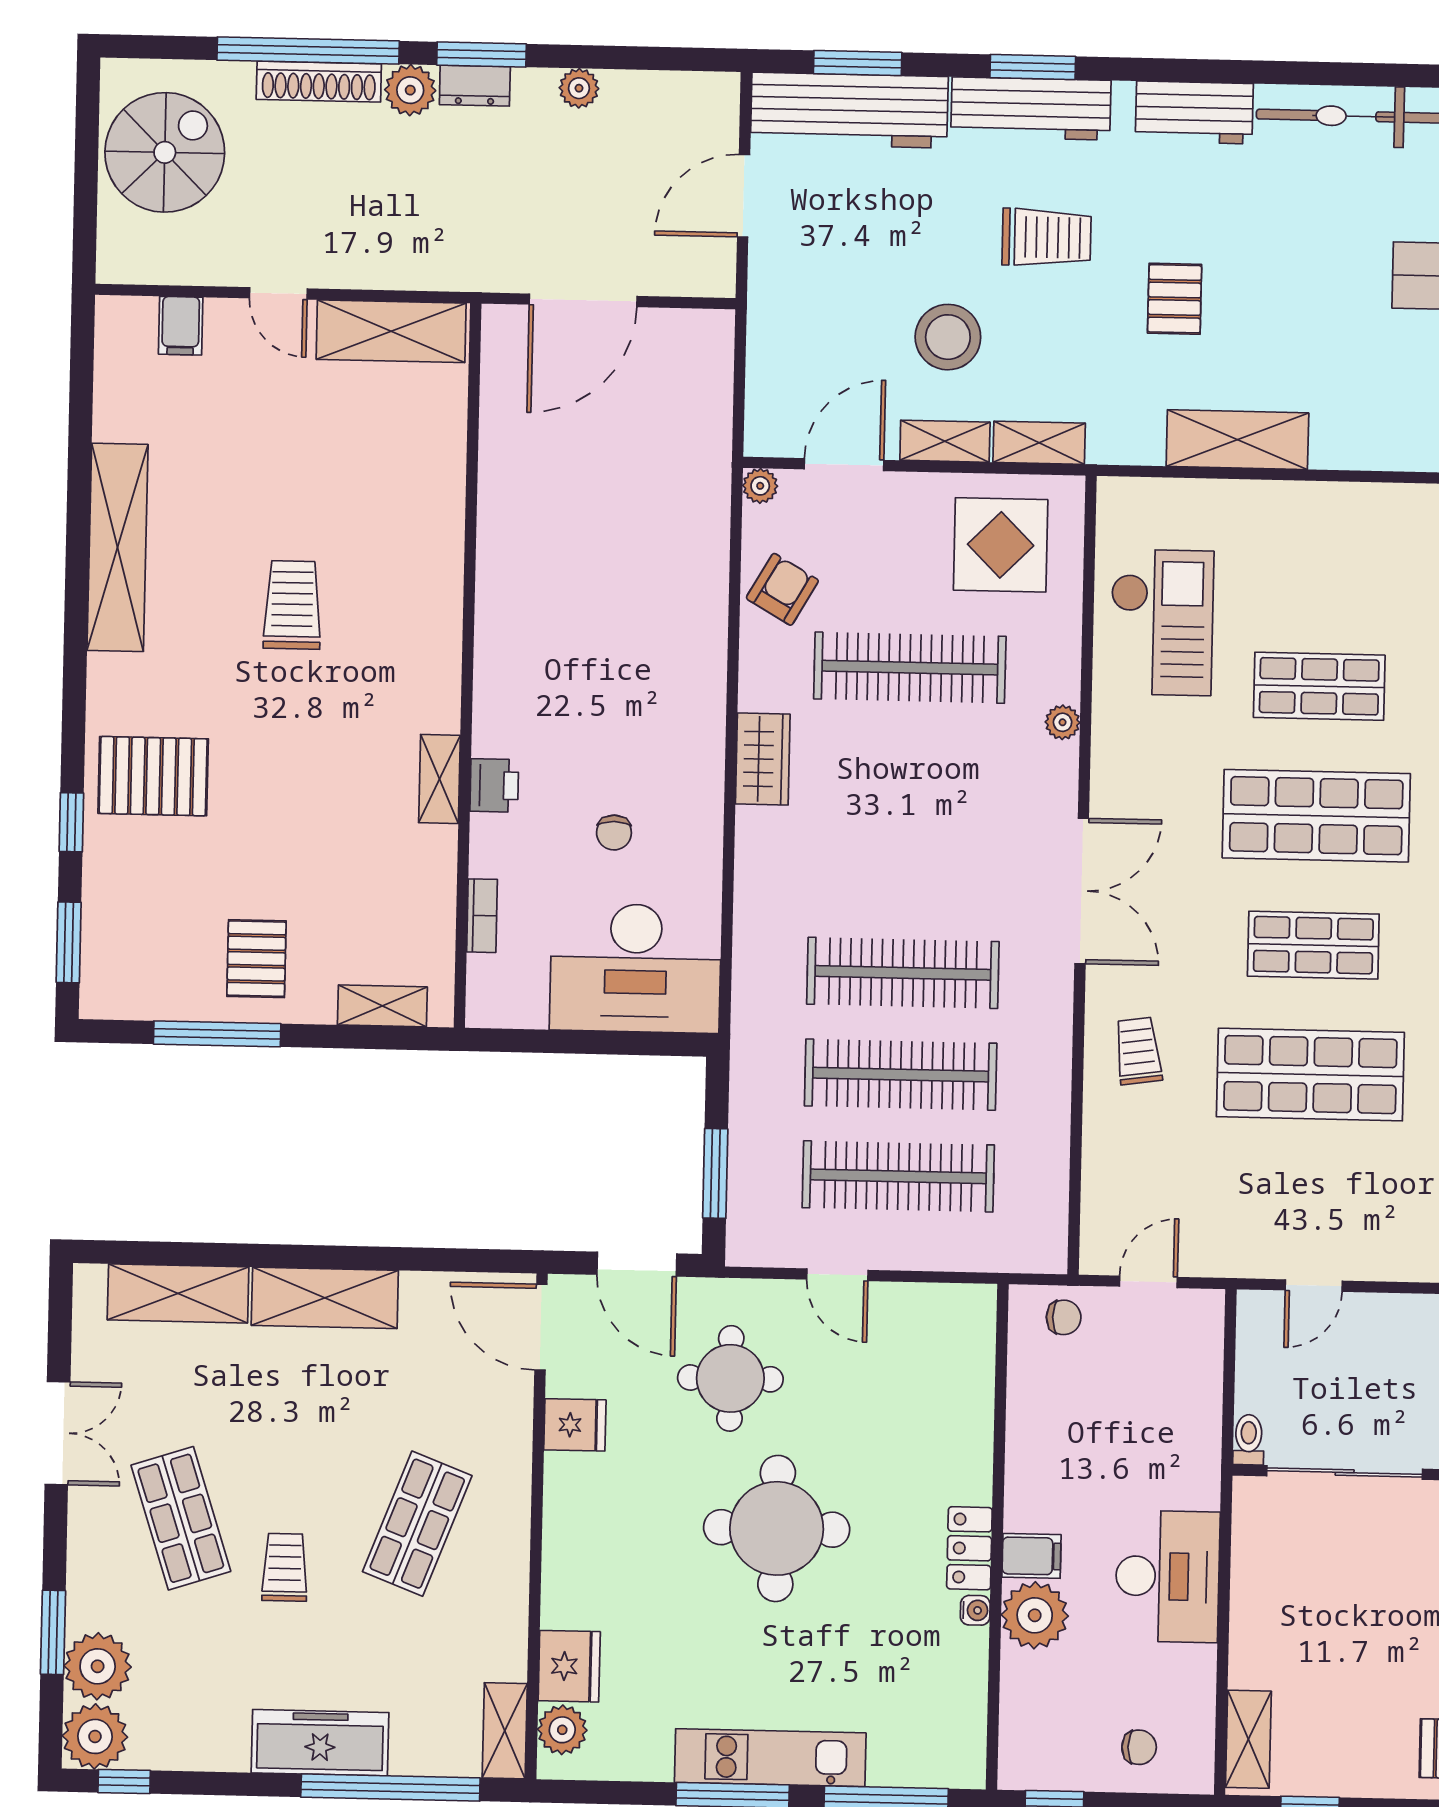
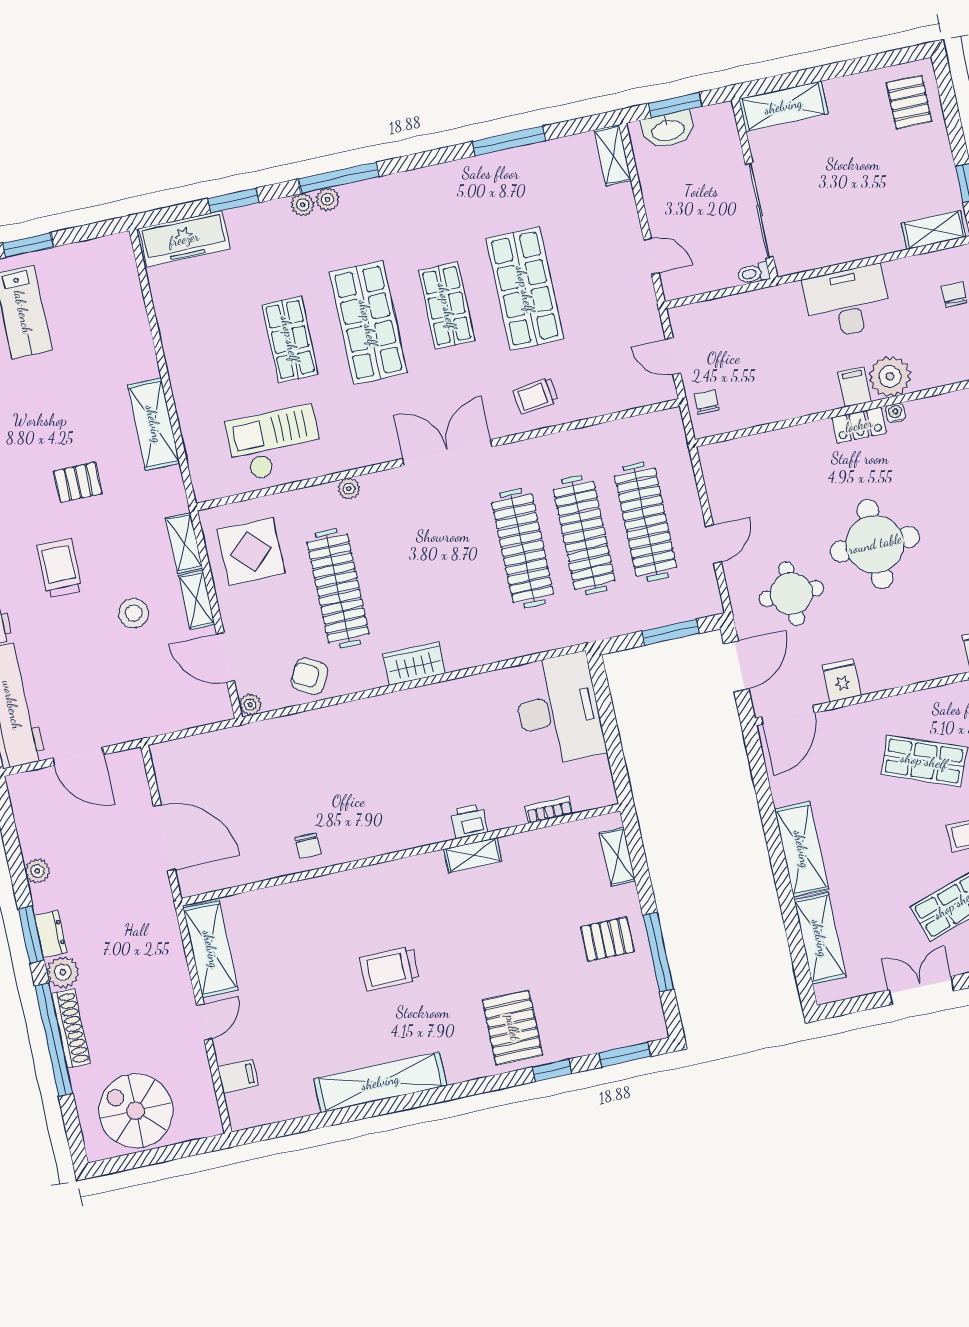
stool: (948, 337) -> (134, 613), width x0.73, depth x0.73
chair: (614, 833) -> (308, 846), moved, turned 90

